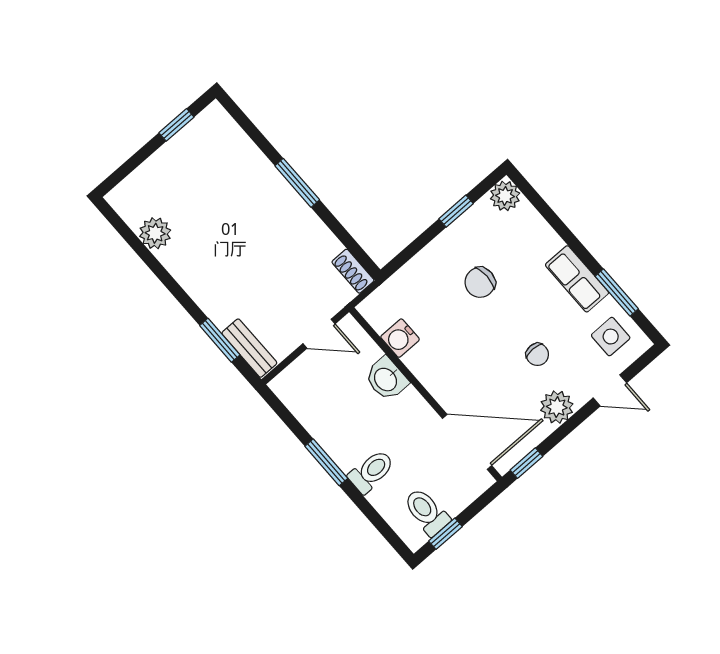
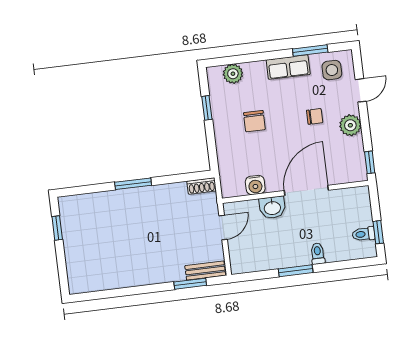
plant: (505, 196) -> (233, 74), moved
plant: (155, 233) -> (108, 279), removed
door: (467, 442) -> (306, 190), moved
toilet: (371, 471) -> (318, 254), width x0.73, depth x0.72
toilet: (426, 512) -> (364, 234), width x0.73, depth x0.72

